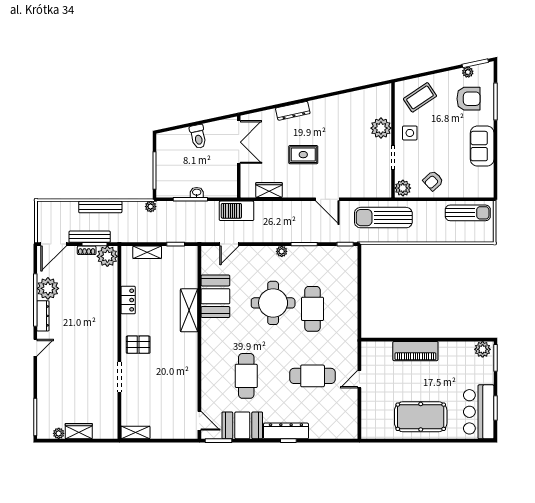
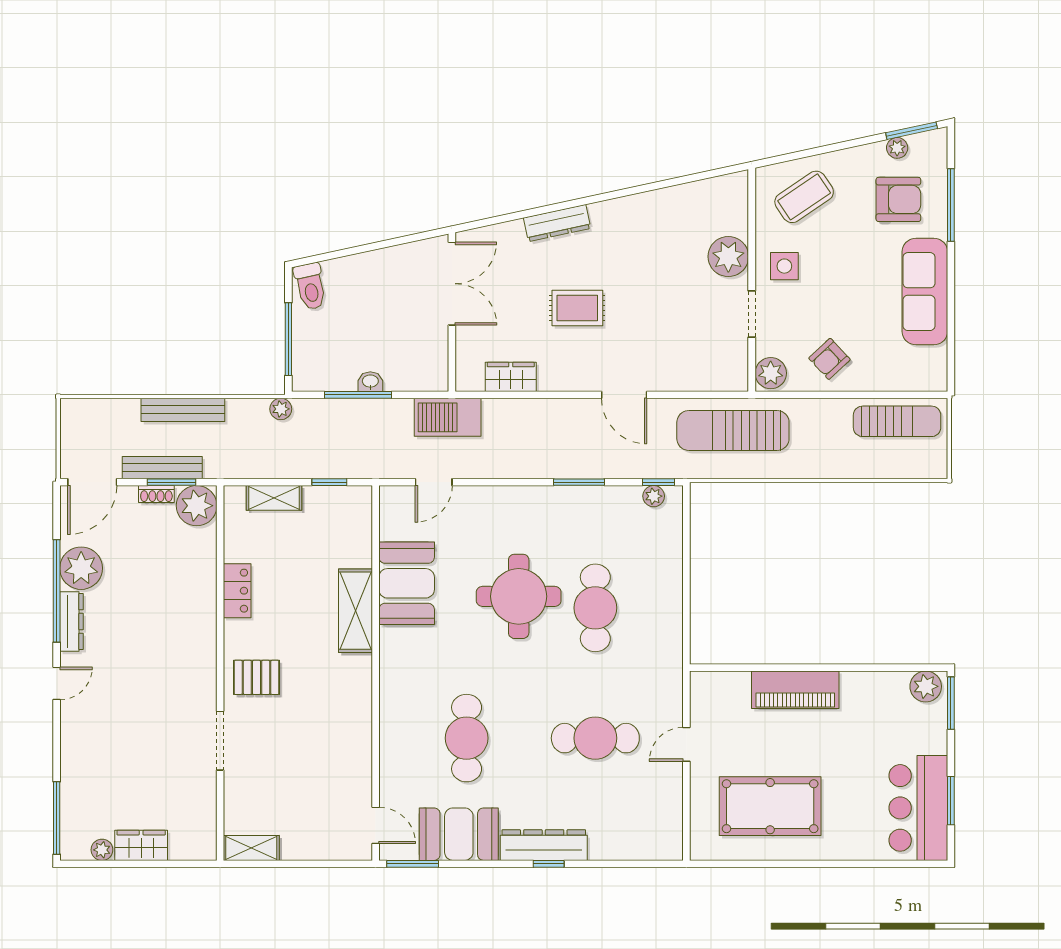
toilet: (198, 137) -> (310, 286), moved
sofa: (482, 146) -> (925, 292), width x1.36
plant: (282, 251) -> (654, 496), moved
pool table: (421, 417) -> (770, 806), moved

